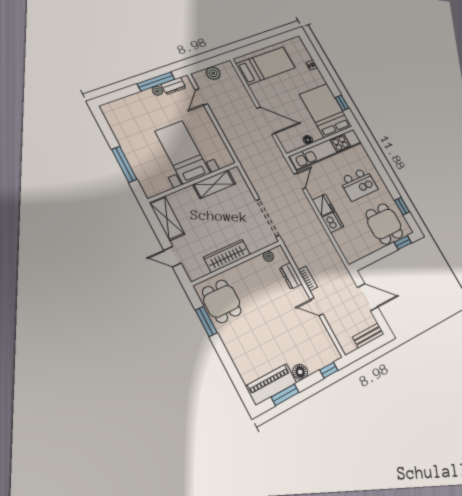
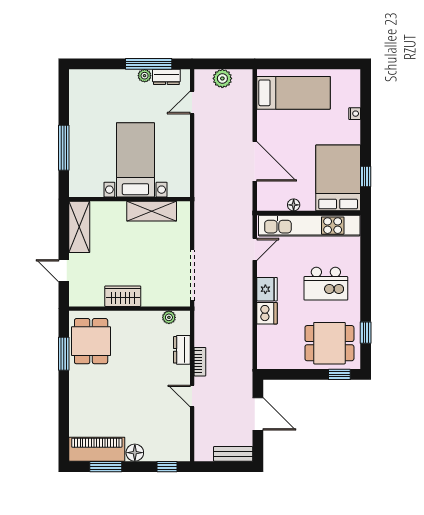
dining table: (384, 224) -> (329, 343), turned 90
wardrobe: (227, 256) -> (123, 296), width x0.67

